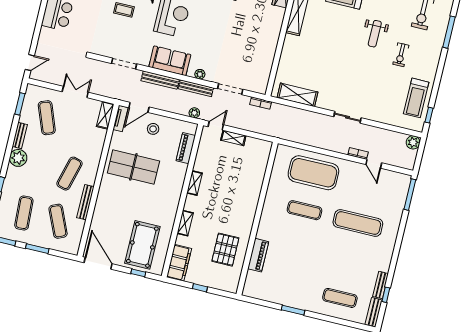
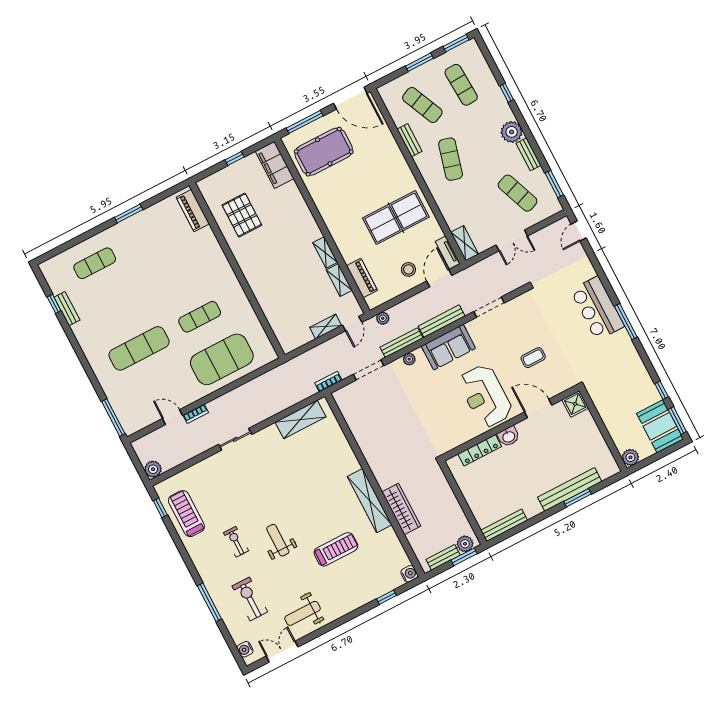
bench: (85, 202) -> (409, 140), width x0.73
shelving: (185, 223) -> (339, 280), moved
pool table: (142, 245) -> (324, 152), turned 90
piano: (258, 255) -> (193, 211), moved
window: (138, 273) -> (305, 122), width x2.17
bench: (374, 312) -> (51, 277), removed

